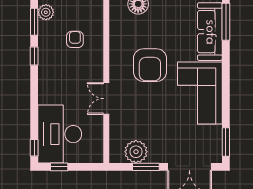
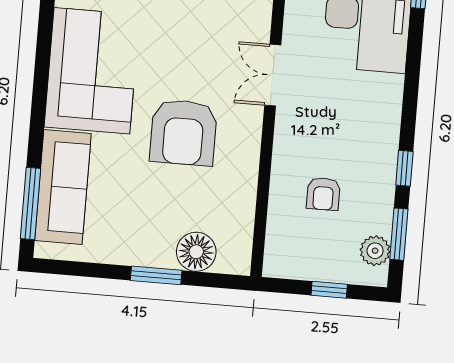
armchair: (150, 65) -> (183, 132), turned 180
double door: (106, 99) -> (273, 75), swing flipped

